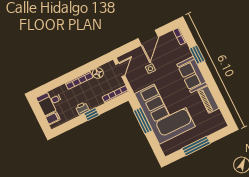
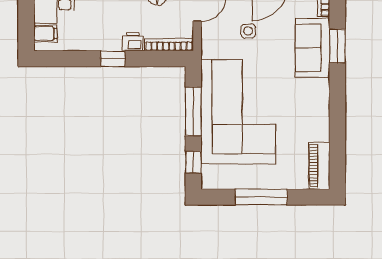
sofa: (192, 75) -> (313, 48), moved
piano: (208, 100) -> (319, 166), moved
printer: (82, 108) -> (133, 42), moved
window: (155, 145) -> (193, 162), added

